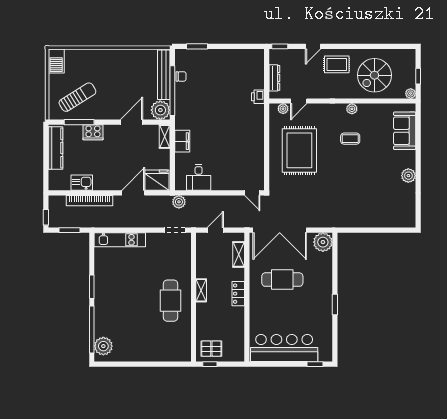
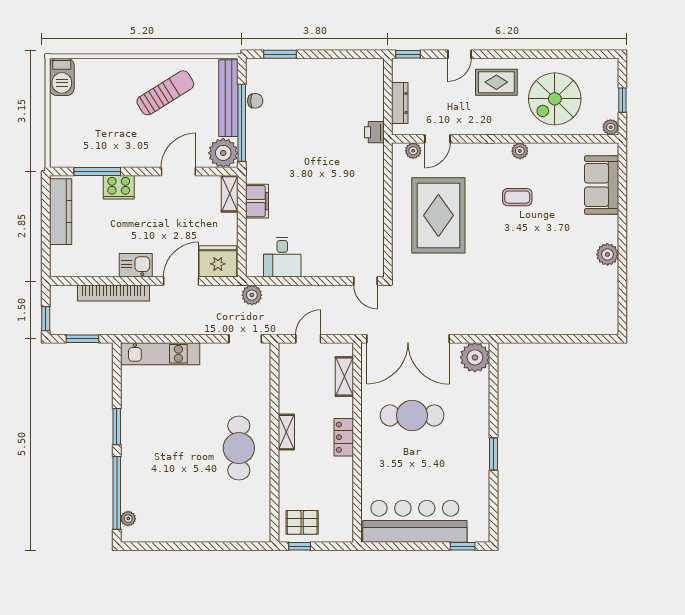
sun lounger: (77, 97) -> (165, 93), moved
kitchen sink: (82, 183) -> (136, 265), moved
plant: (103, 346) -> (128, 519), width x0.53, depth x0.53

